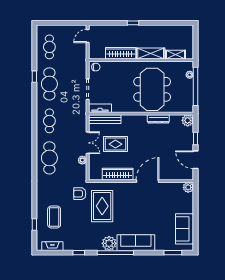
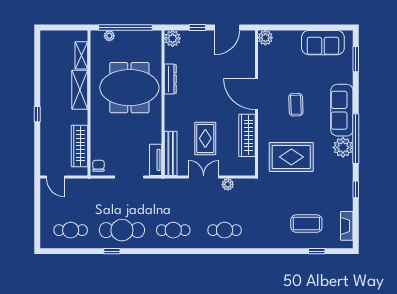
wardrobe: (121, 53) -> (79, 146), moved
cafe table: (49, 158) -> (225, 230), width x0.73, depth x0.74
armchair: (80, 194) -> (274, 188), removed
coffee table: (140, 209) -> (296, 105), added

